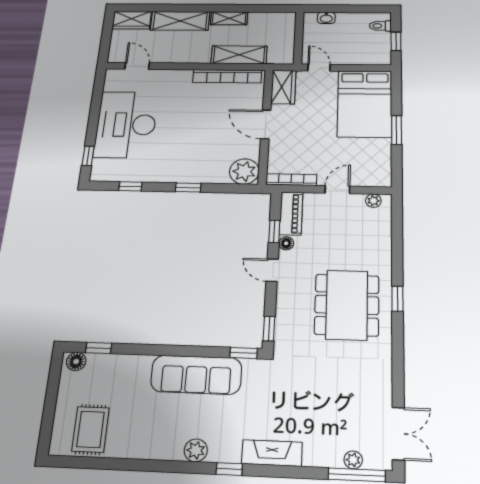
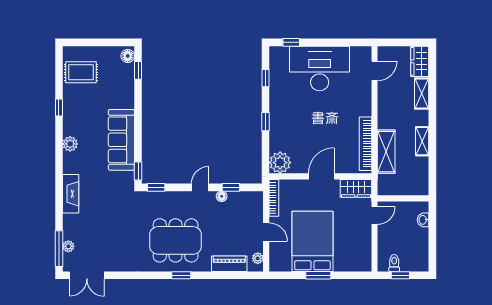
shelving: (180, 21) -> (422, 94), width x0.67, depth x0.75
toilet: (380, 26) -> (394, 263), moved
bed: (365, 104) -> (312, 241), moved, turned 90
piano: (291, 214) -> (229, 264), moved, turned 180
window: (229, 469) -> (59, 108), moved

